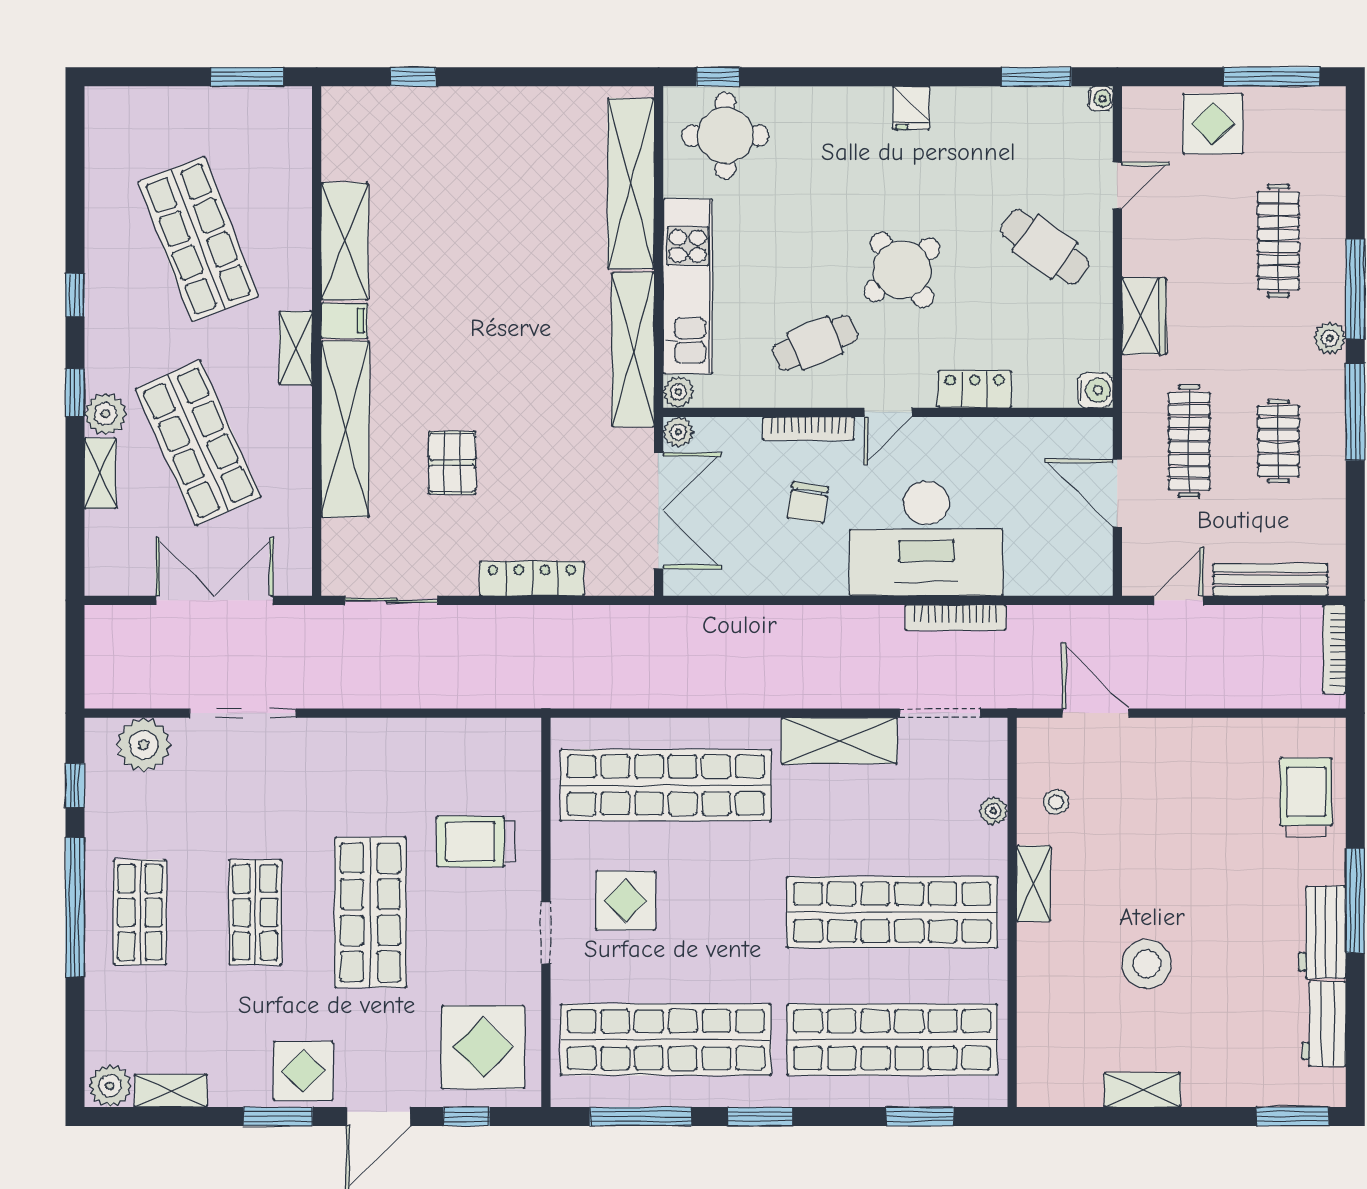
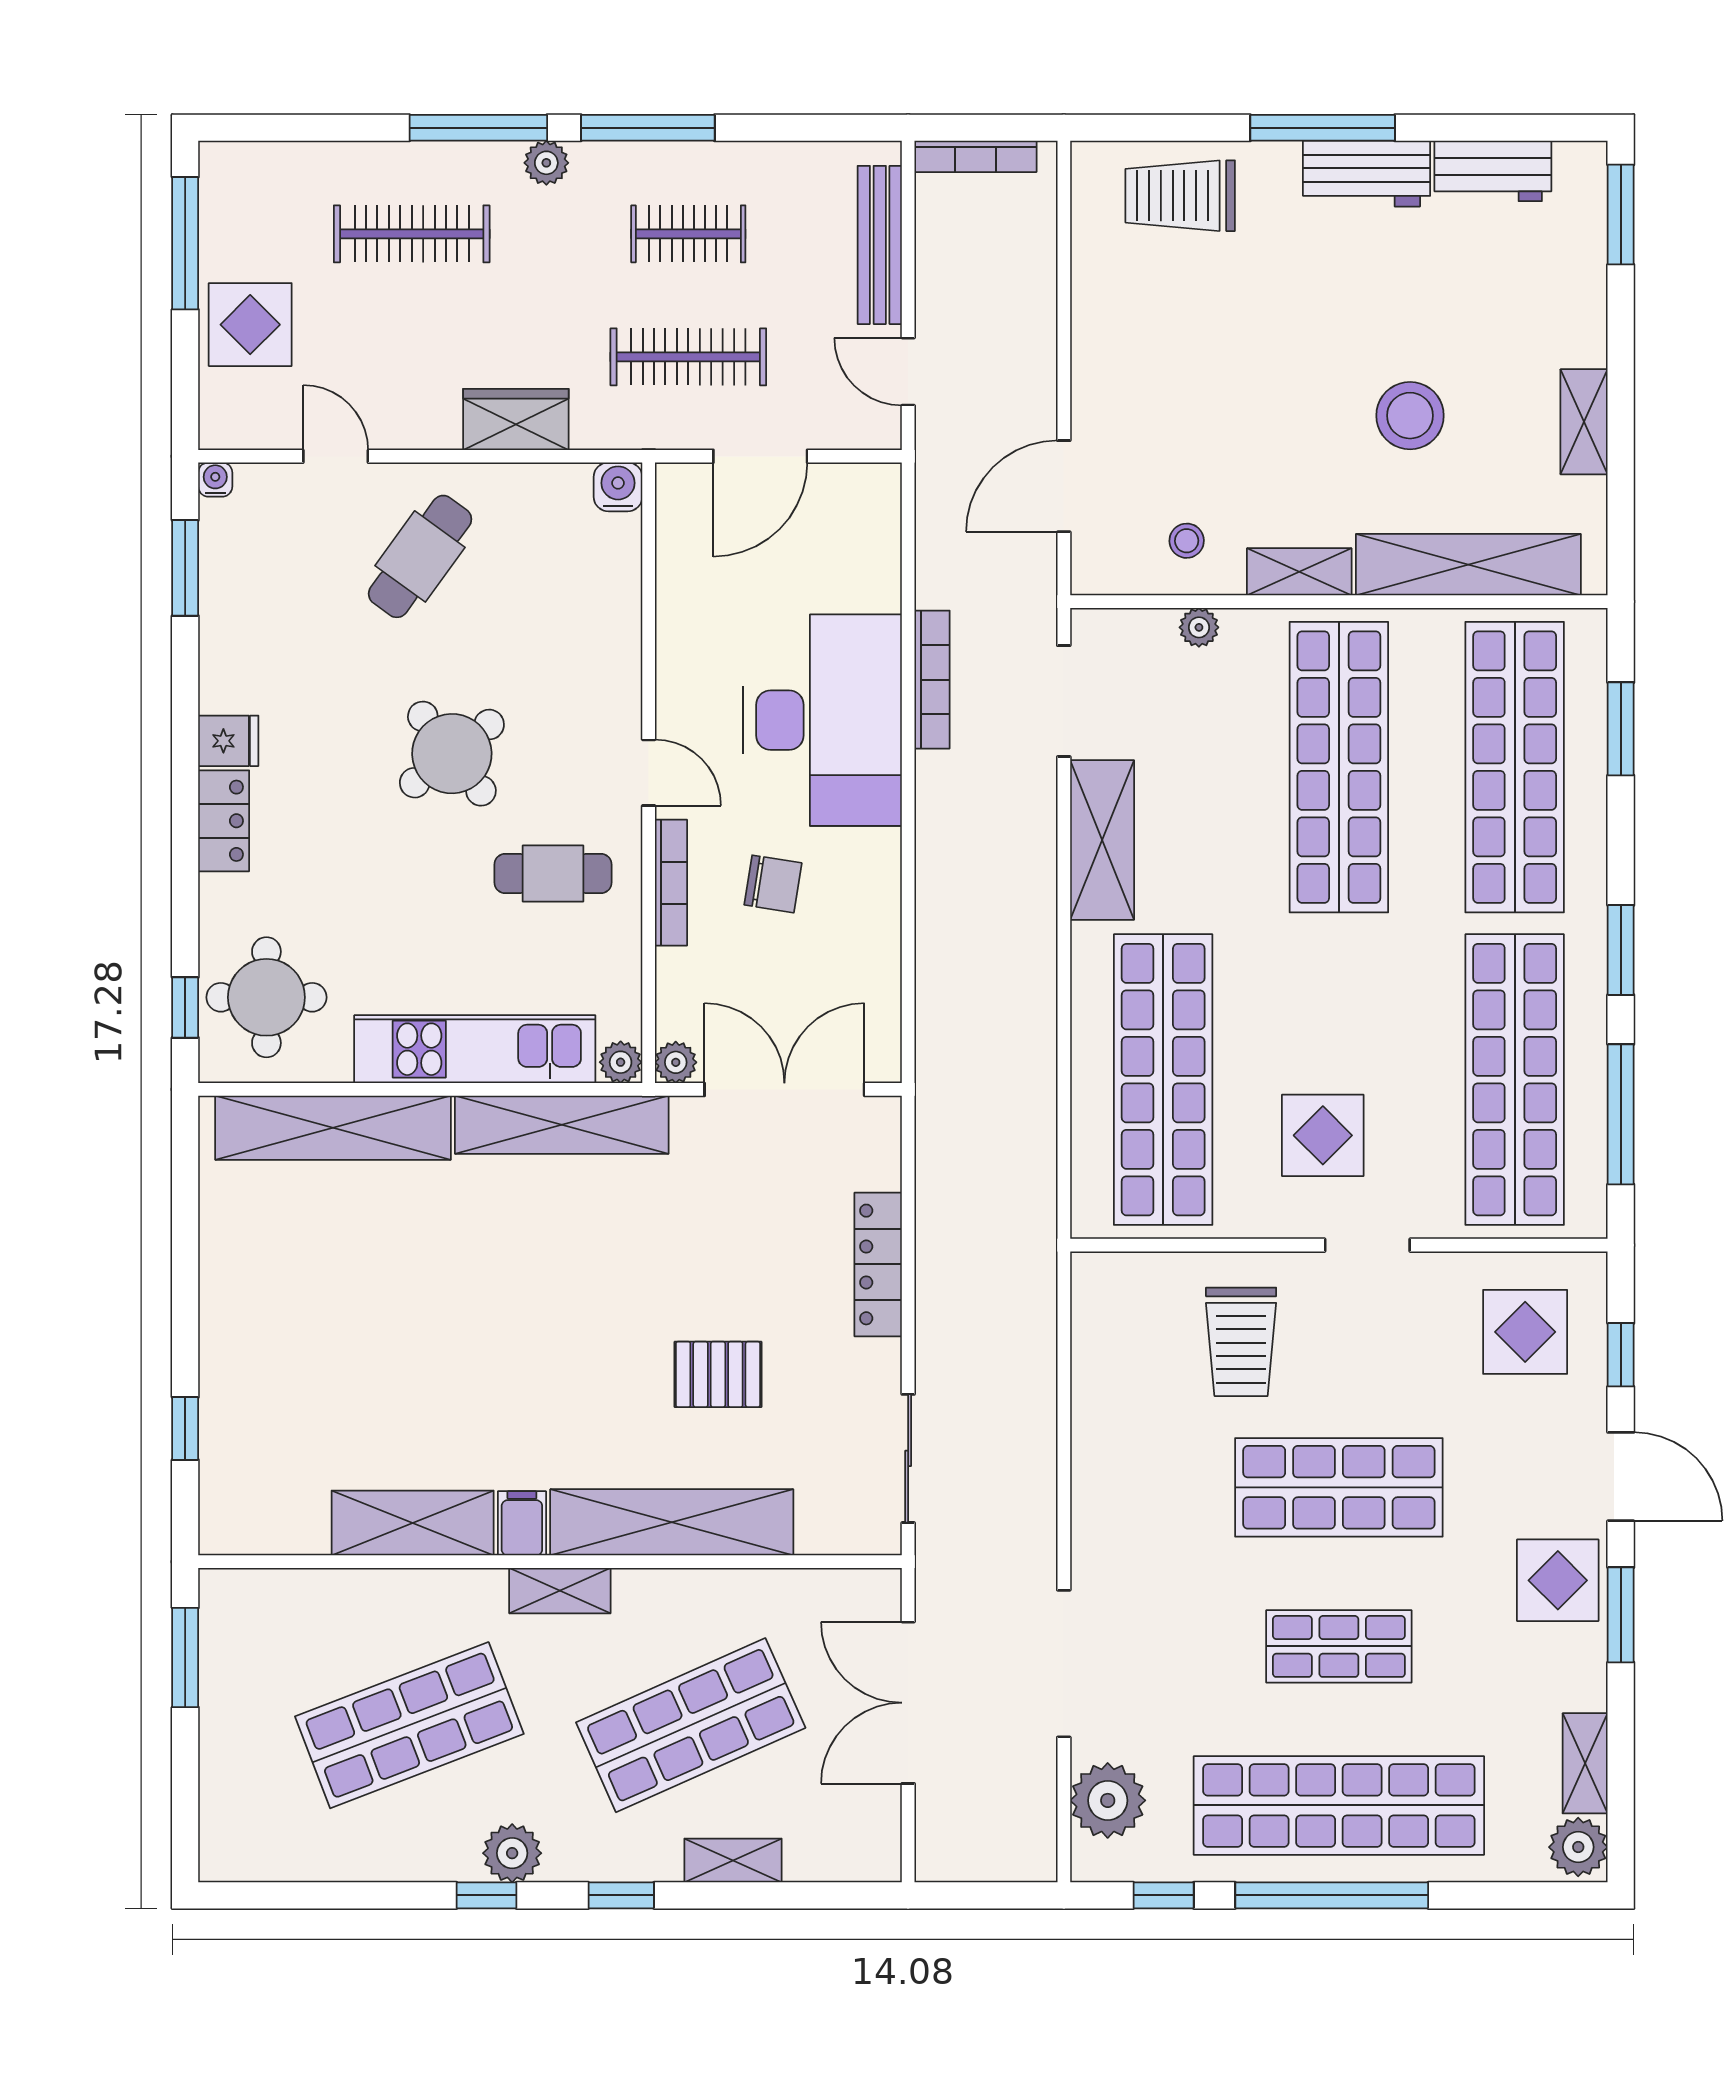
cafe table: (815, 343) -> (553, 874), turned -67
locker: (975, 389) -> (224, 821), moved, turned 180
plant: (105, 414) -> (512, 1853), moved
shop shelf: (140, 912) -> (1339, 1805), width x2.00, depth x1.36
shelving: (1039, 1006) -> (1468, 565), added
display table: (483, 1047) -> (1525, 1332), width x0.73, depth x0.73

